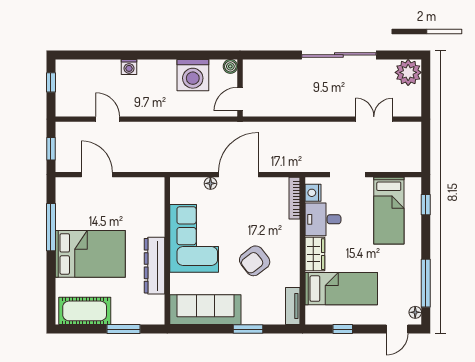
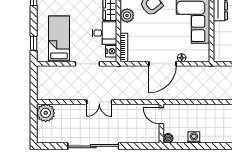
plant: (408, 72) -> (46, 113), moved
washing machine: (193, 75) -> (194, 137), width x0.53, depth x0.53
door: (240, 99) -> (161, 116), swing flipped
double door: (374, 119) -> (99, 102), moved
plant: (290, 245) -> (127, 15), added

